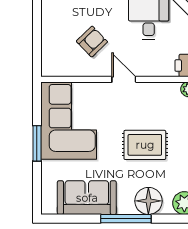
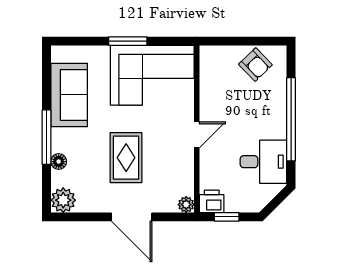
armchair: (92, 42) -> (255, 65), moved
floor lamp: (148, 201) -> (59, 162), width x0.53, depth x0.53

